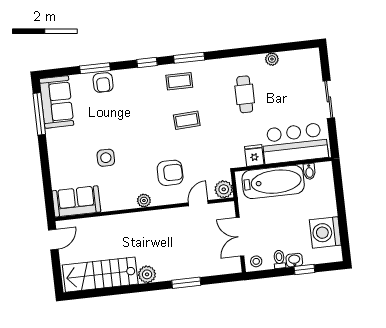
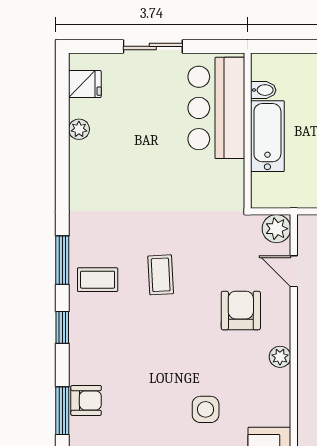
coffee table: (179, 81) -> (98, 280), turned 90
cafe table: (245, 94) -> (130, 179), removed
fridge: (254, 155) -> (85, 84), moved, turned 180
bathtub: (273, 182) -> (267, 136), width x0.73, depth x0.73

